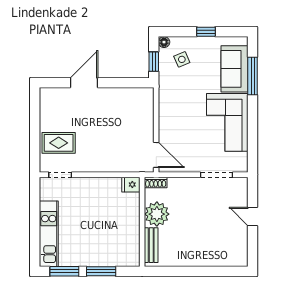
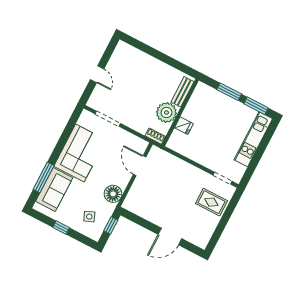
floor lamp: (164, 42) -> (113, 194), moved, width x1.89, depth x1.89
door: (156, 155) -> (140, 166), moved
fridge: (131, 185) -> (184, 126), moved

